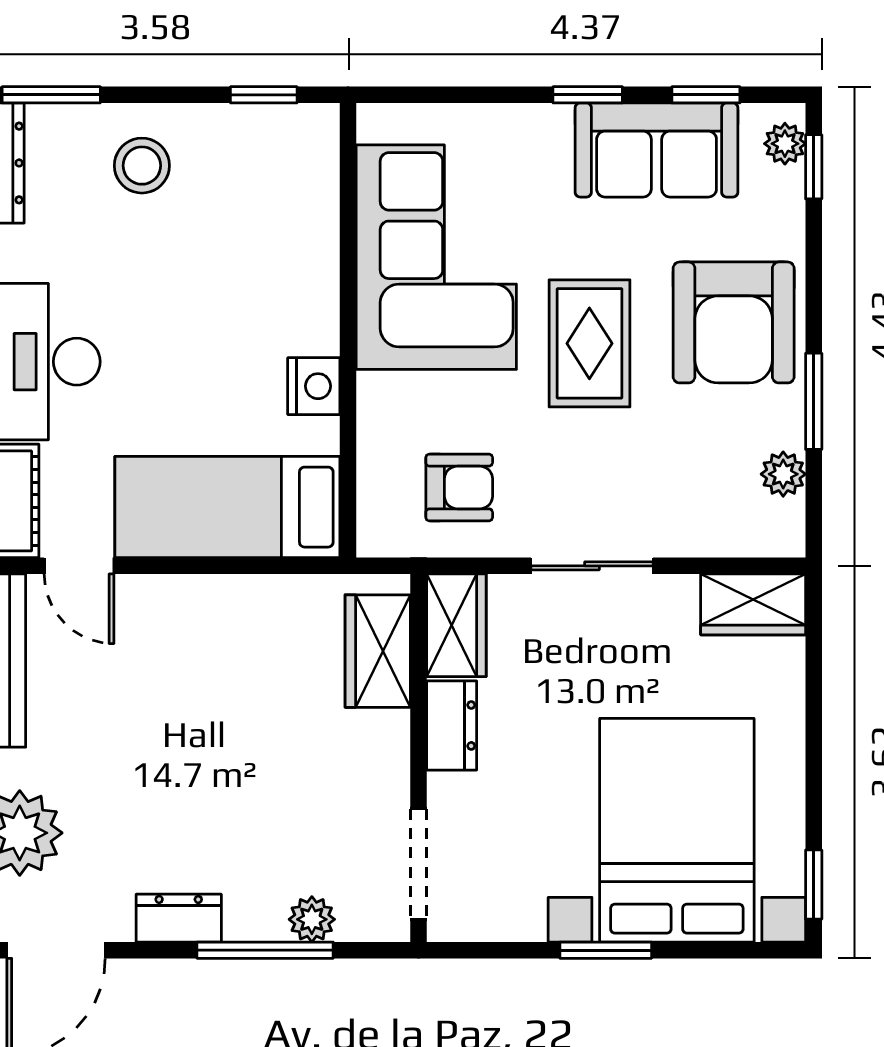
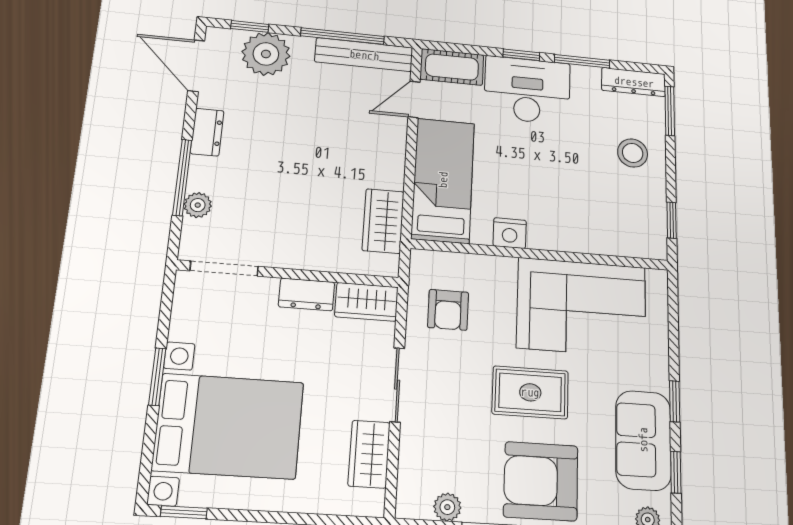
wardrobe: (753, 604) -> (369, 454), moved
wardrobe: (378, 651) -> (383, 221), moved, turned -90

